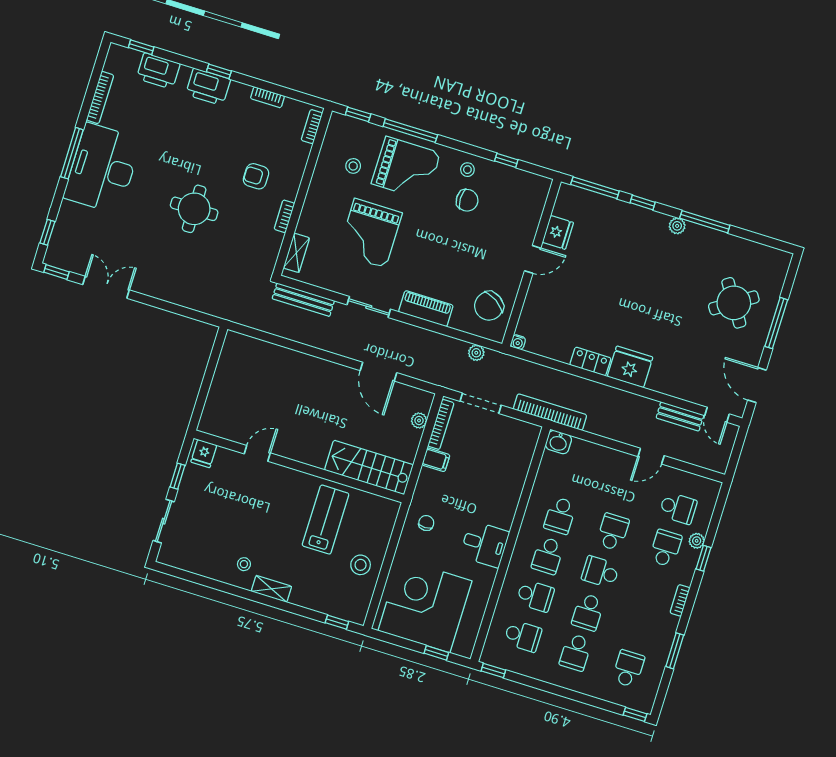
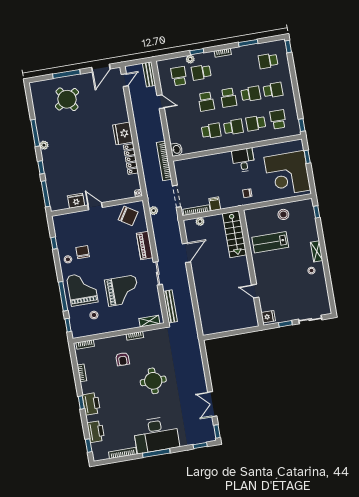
locker: (590, 361) -> (131, 159), width x1.53
bench: (680, 416) -> (149, 74), moved
school desk: (613, 532) -> (206, 102), turned -90
school desk: (535, 596) -> (256, 123), turned -90

